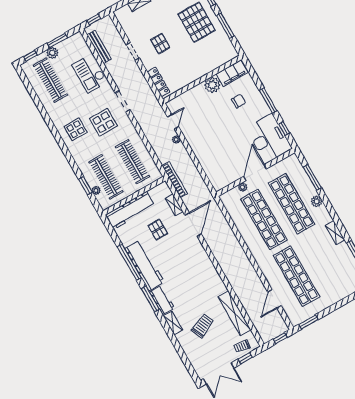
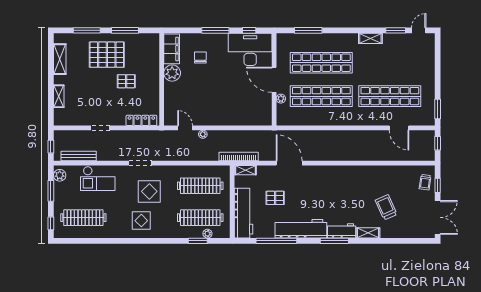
pallet: (160, 44) -> (126, 81), moved
plant: (52, 53) -> (60, 175), moved
plant: (317, 201) -> (332, 39), removed
shelving: (174, 205) -> (245, 170), moved
window: (129, 262) -> (276, 241), moved
shelving: (234, 313) -> (391, 172), removed

